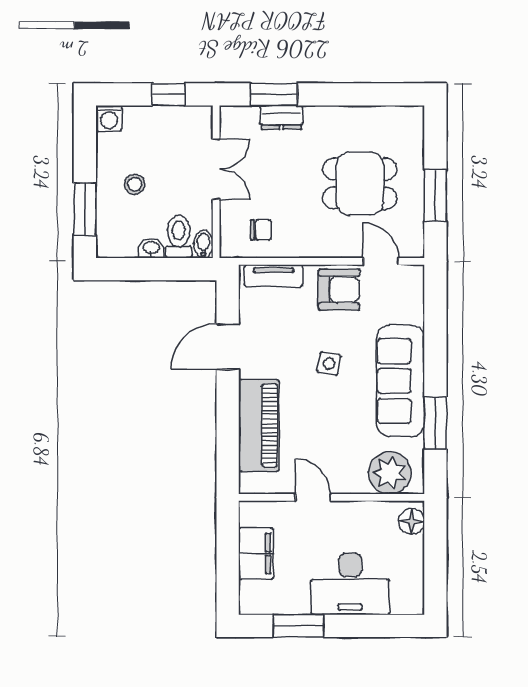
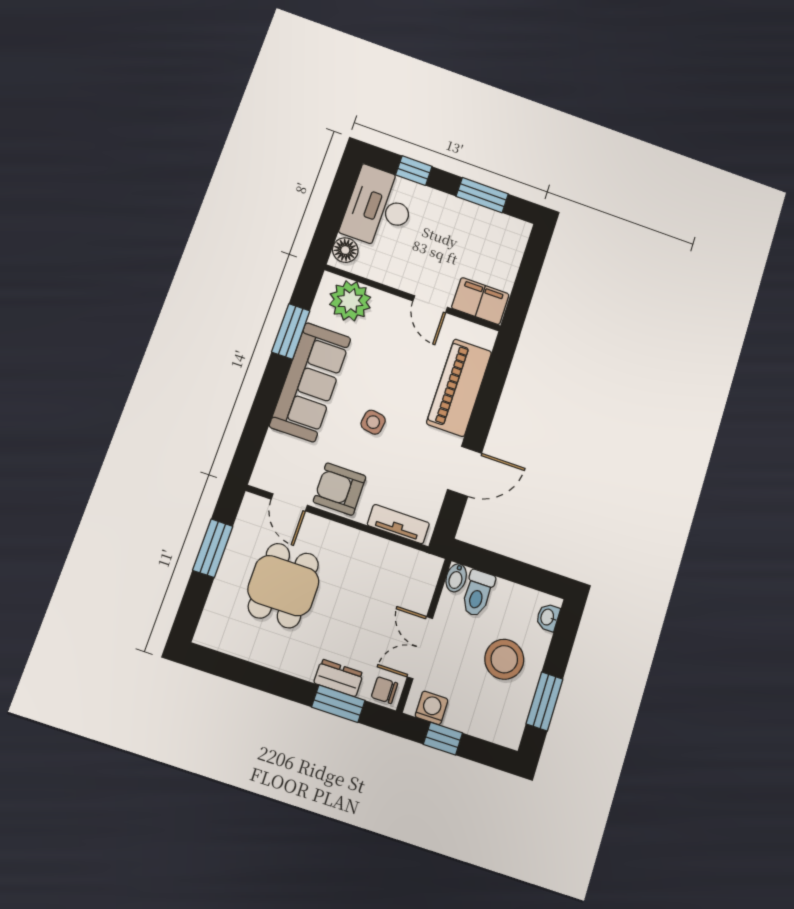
washing machine: (109, 118) -> (432, 708), moved
stool: (135, 184) -> (504, 659), width x1.89, depth x1.89
dining table: (360, 184) -> (283, 586), turned 90
window: (85, 209) -> (544, 701), moved
chair: (261, 230) -> (384, 690), moved
washbasin: (151, 248) -> (548, 617), moved, turned 90
filing cabinet: (256, 554) -> (480, 301), moved, turned 90
desk: (350, 584) -> (379, 208), moved, turned -90
window: (373, 626) -> (414, 171), added

